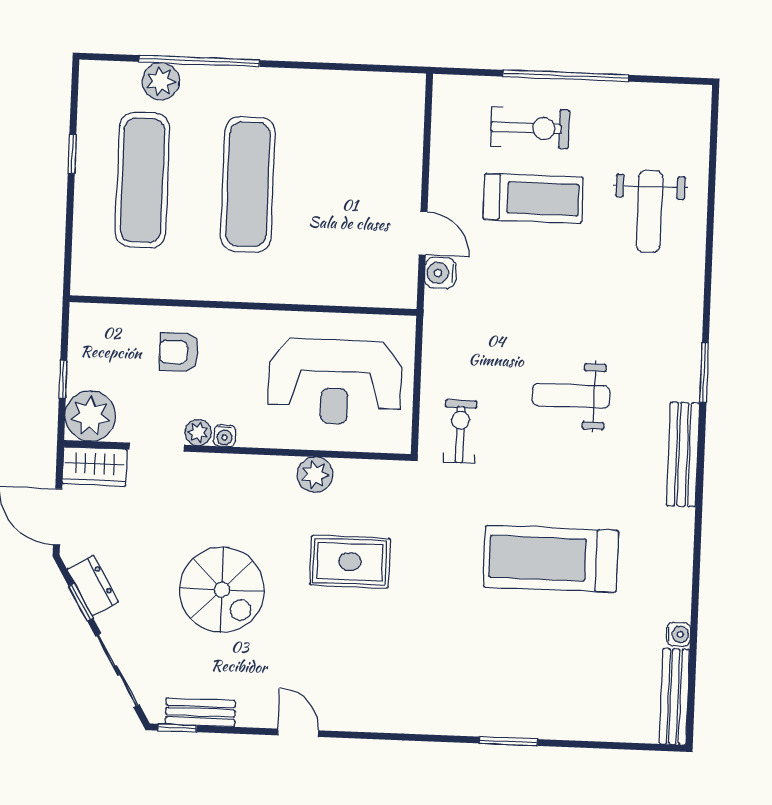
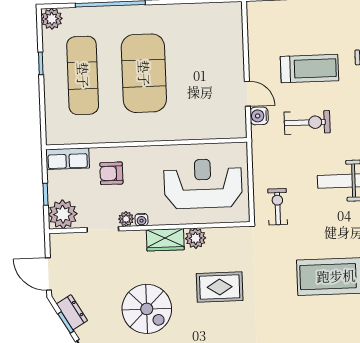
plant: (161, 81) -> (52, 19), moved
exercise bike: (530, 128) -> (307, 122), moved
exercise mat: (248, 184) -> (144, 73), width x1.47
row of seats: (106, 321) -> (68, 159), added
reception desk: (335, 382) -> (203, 184), turned 180
wardrobe: (95, 467) -> (165, 240), moved

